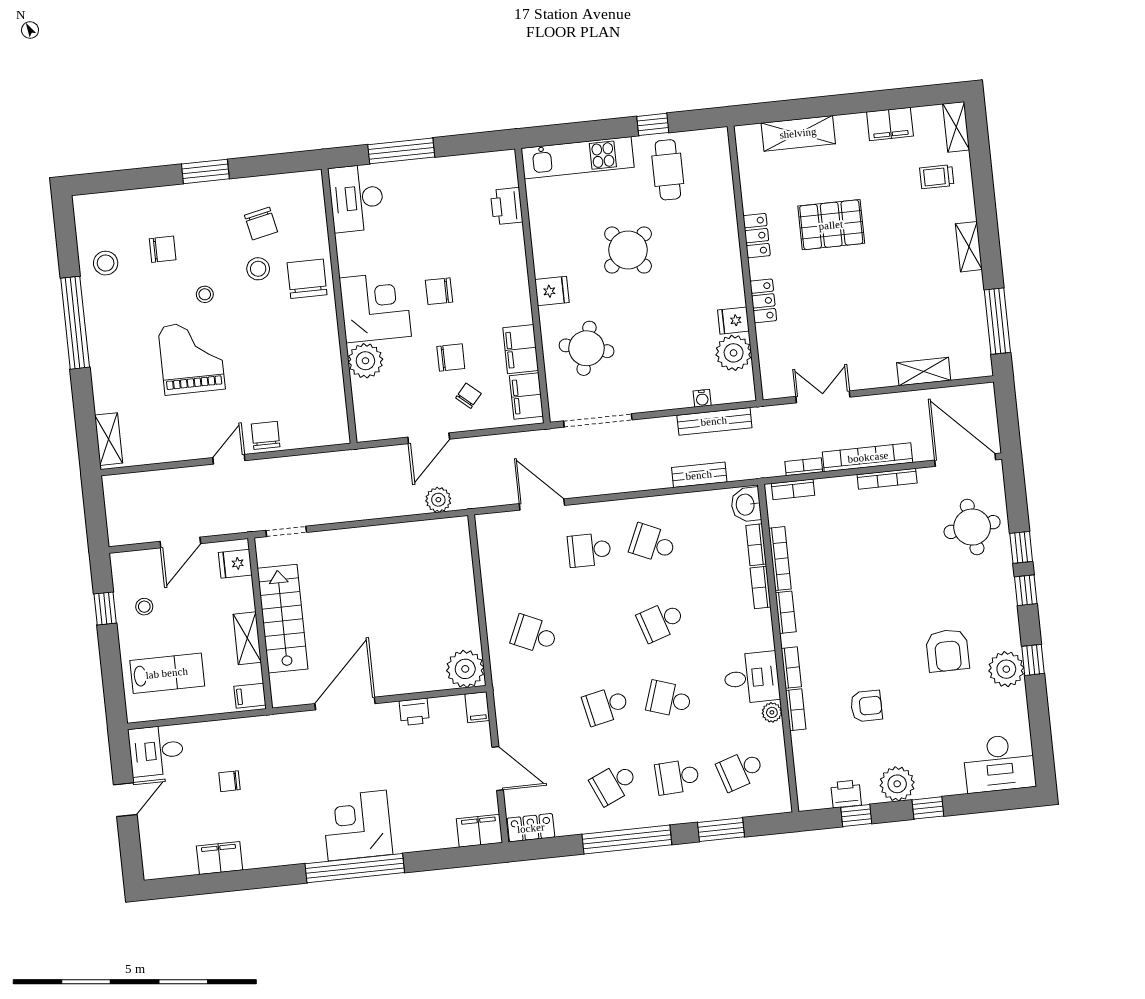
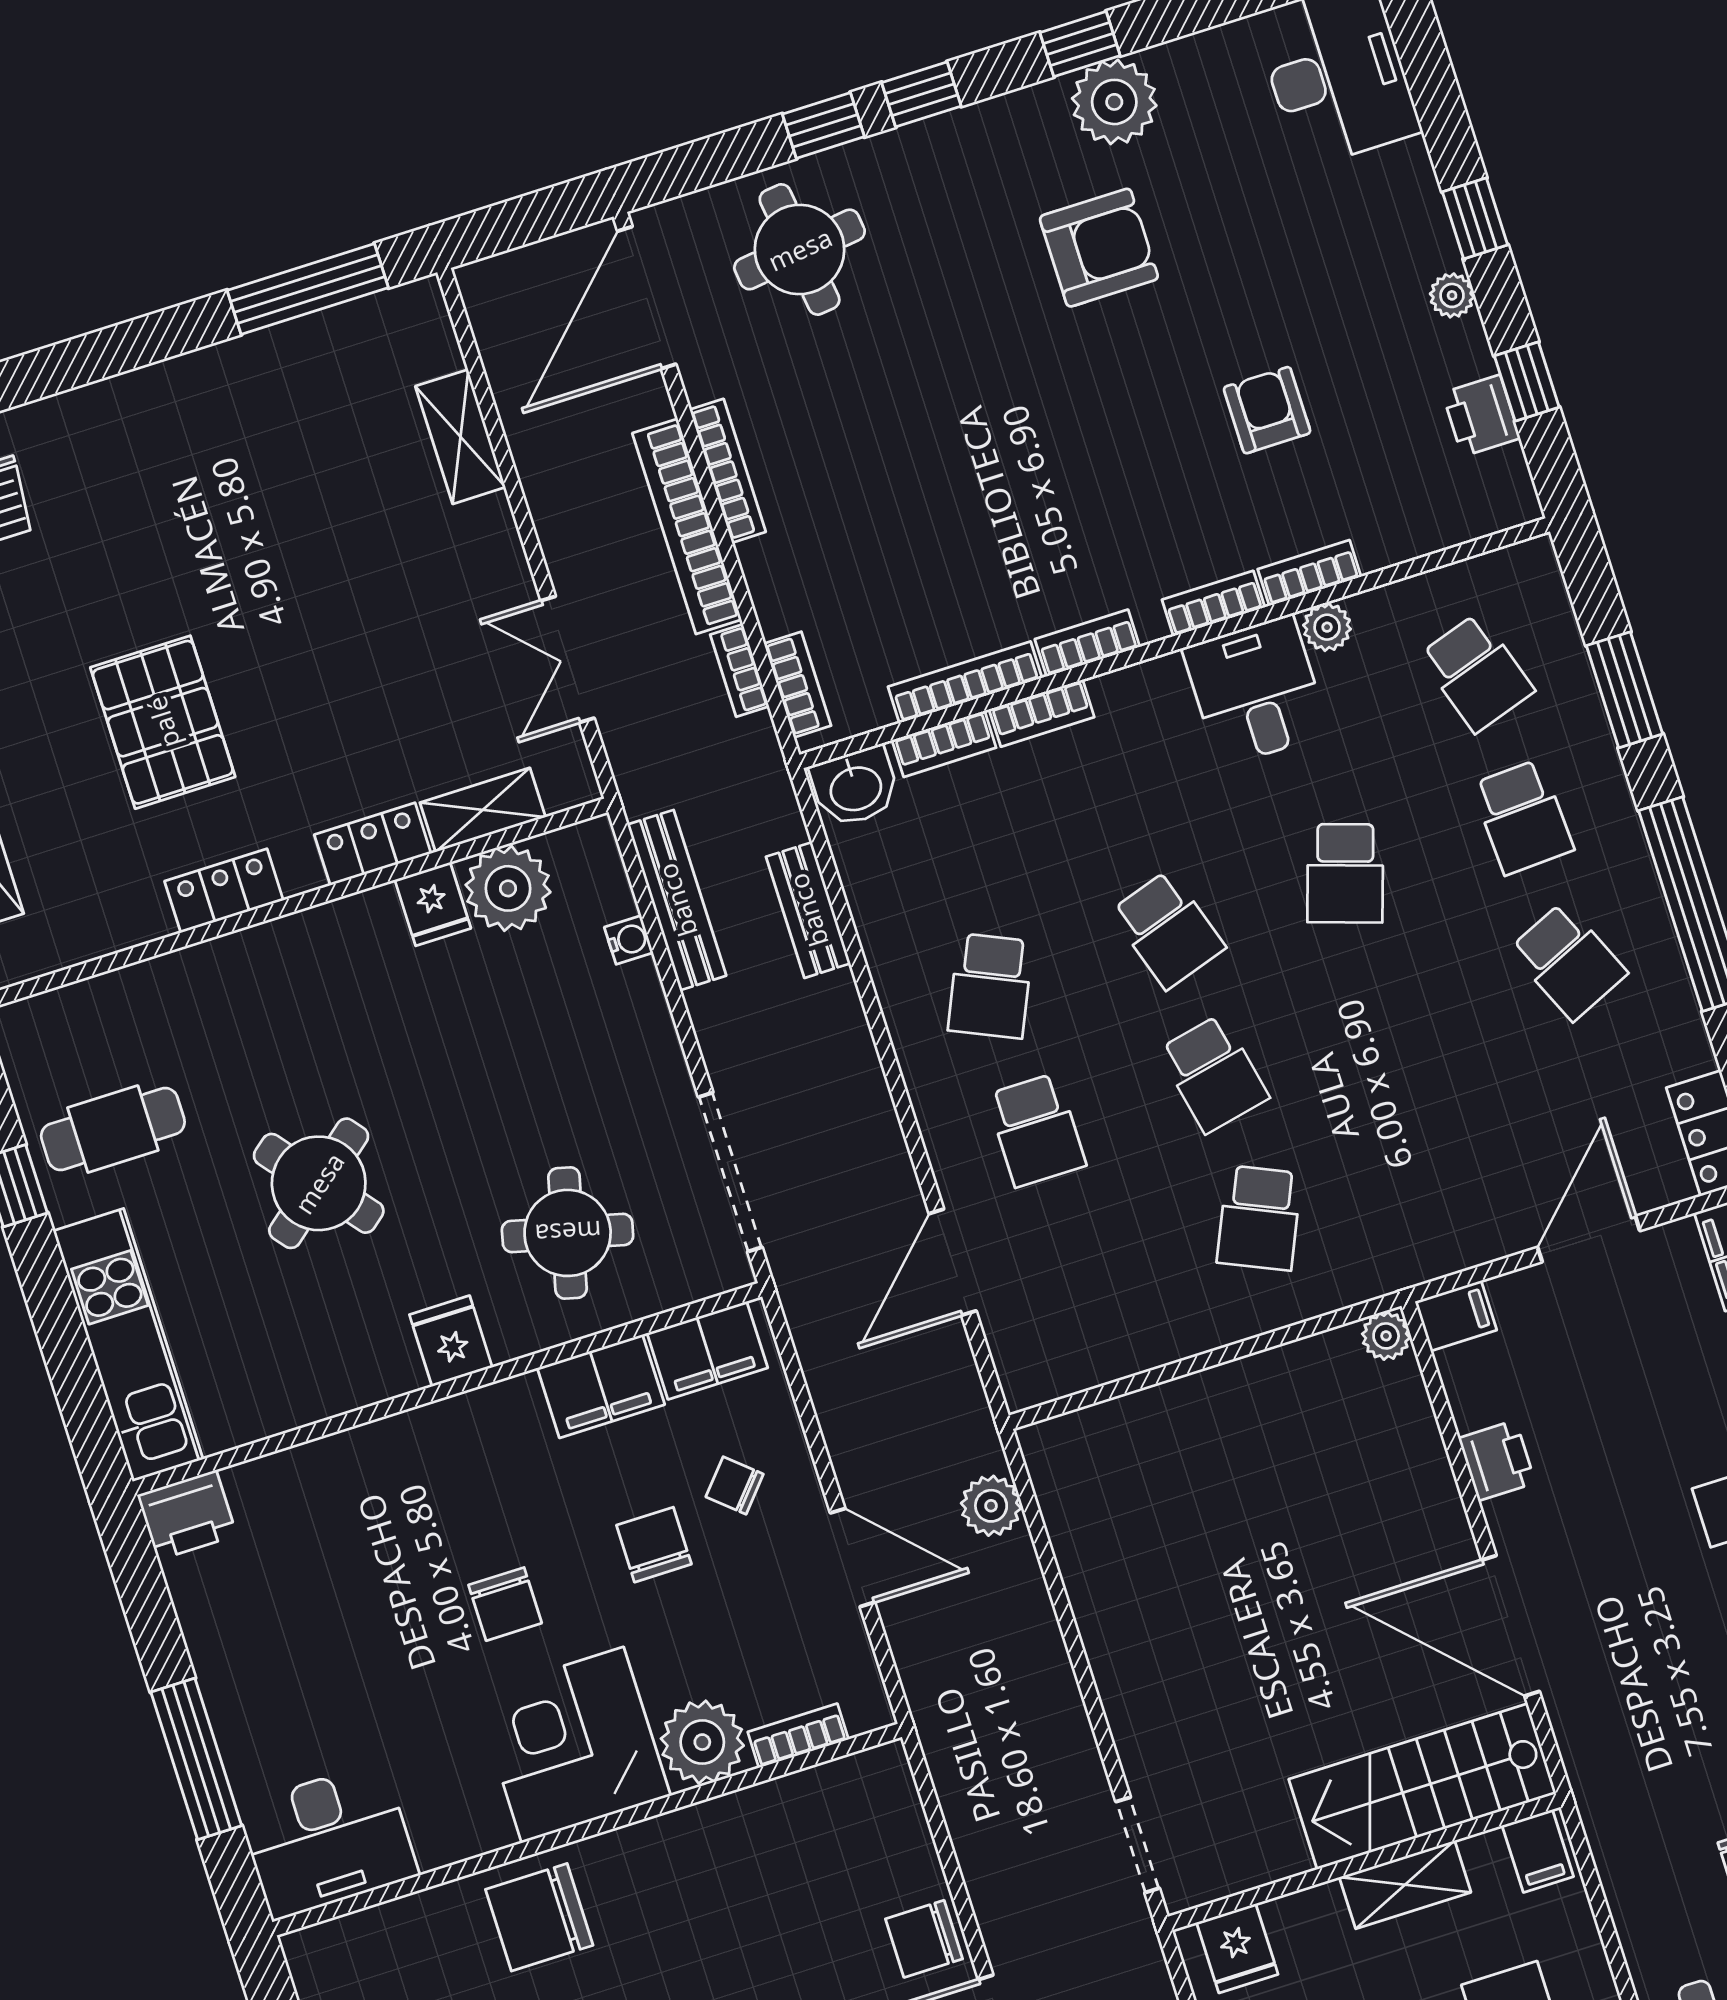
printer: (507, 206) -> (187, 1515), moved
shelving: (969, 247) -> (483, 810), moved
bookcase: (360, 401) -> (798, 1736), added
stairs: (283, 619) -> (1422, 1786), moved
plant: (465, 669) -> (1386, 1336), width x0.53, depth x0.53
school desk: (606, 706) -> (1214, 1074), moved
plant: (897, 784) -> (1452, 295), width x0.53, depth x0.53

